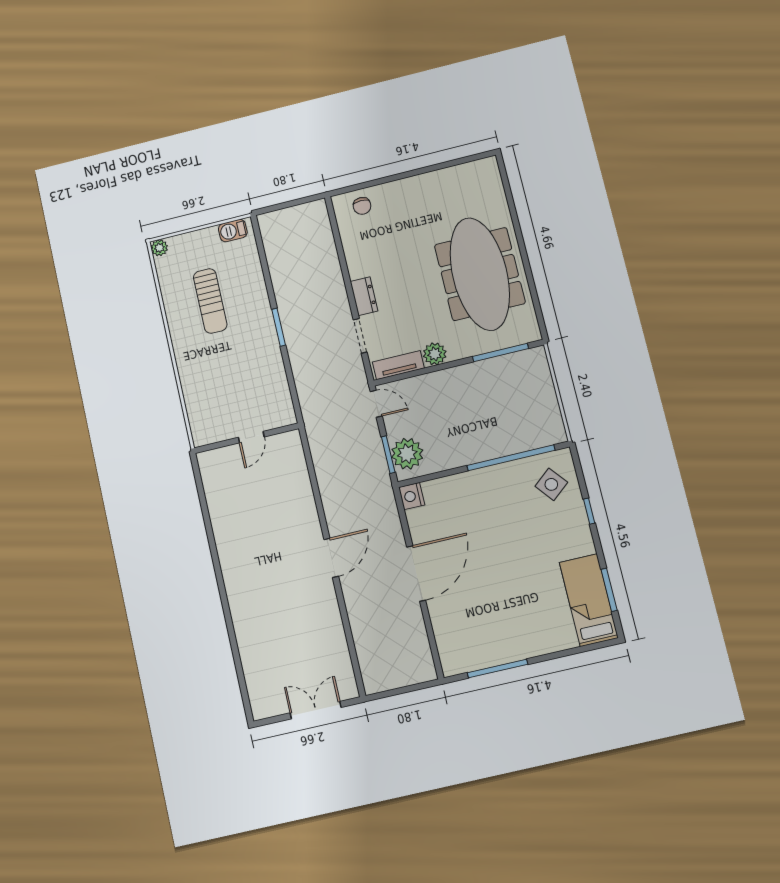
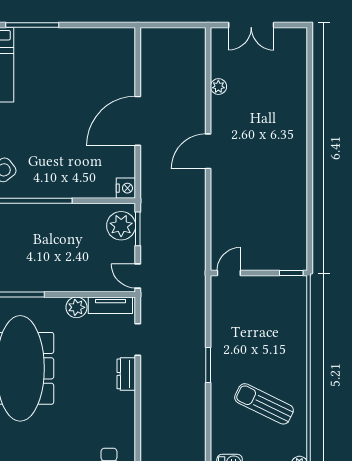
sun lounger: (210, 301) -> (264, 404), turned -64
door: (251, 437) -> (229, 273), moved
window: (212, 447) -> (291, 273), added
plant: (336, 632) -> (218, 87), added
window: (498, 669) -> (32, 25), moved

